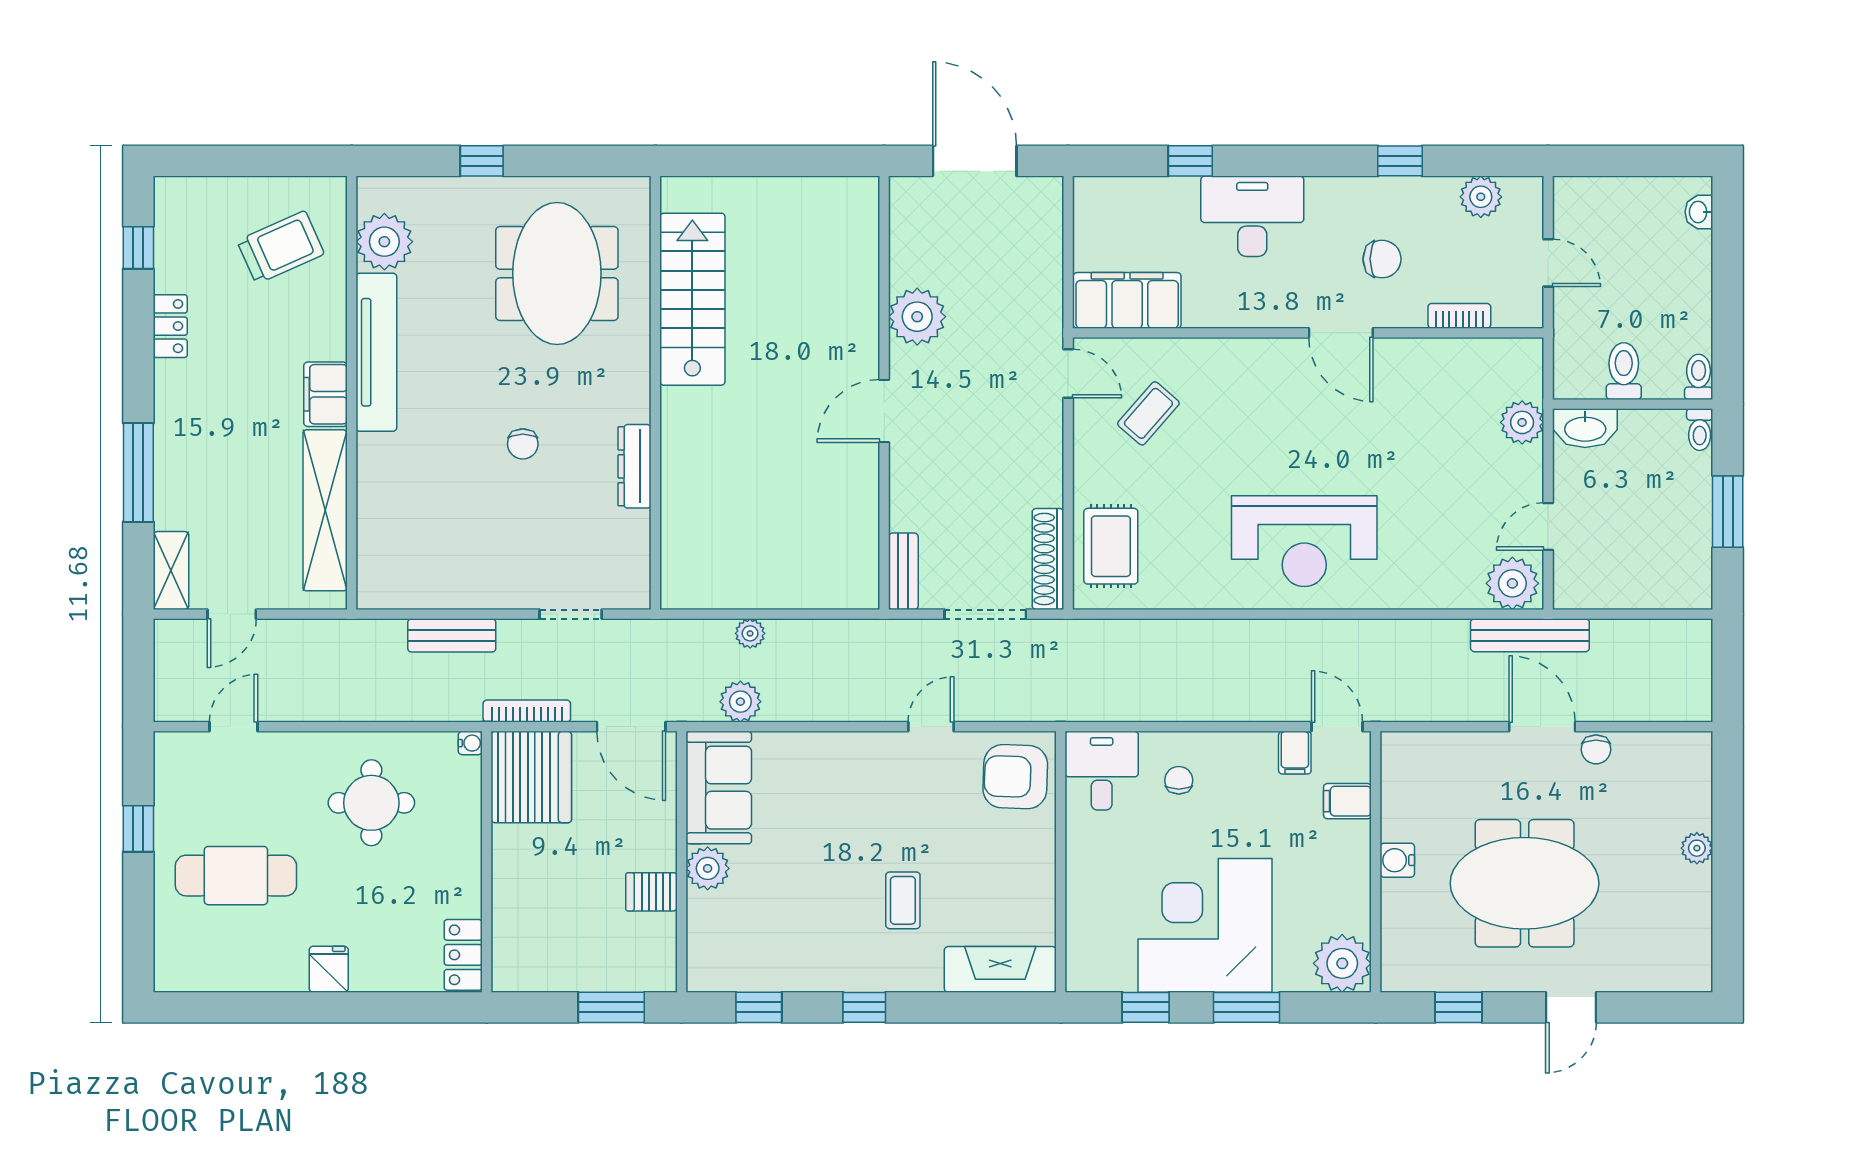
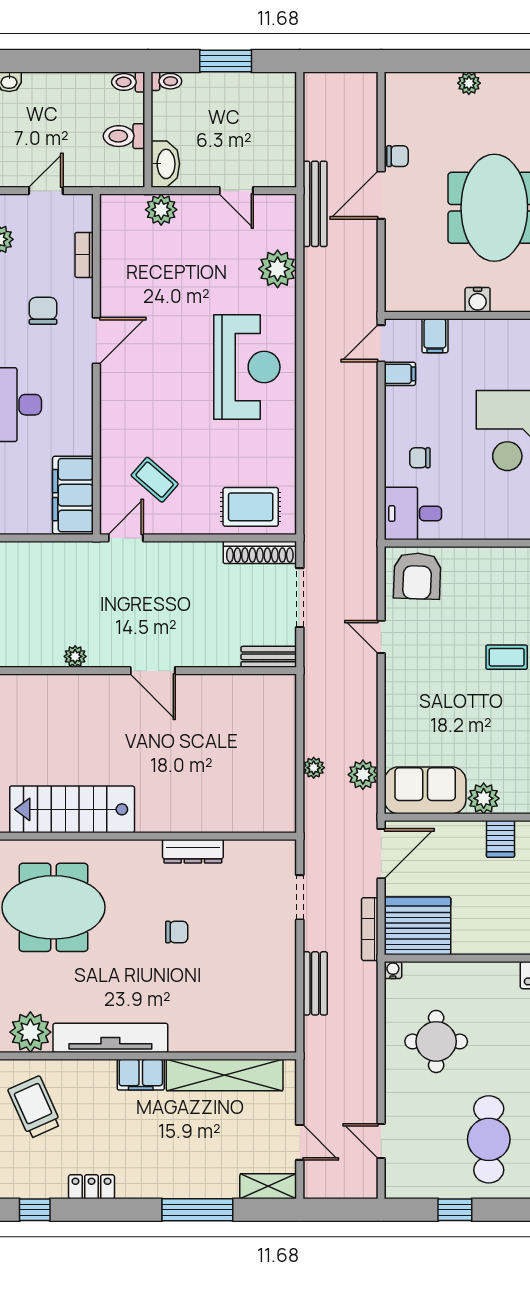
plant: (917, 317) -> (75, 656), width x0.53, depth x0.53
plant: (1512, 583) -> (278, 269), moved

